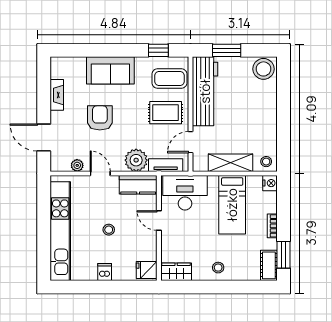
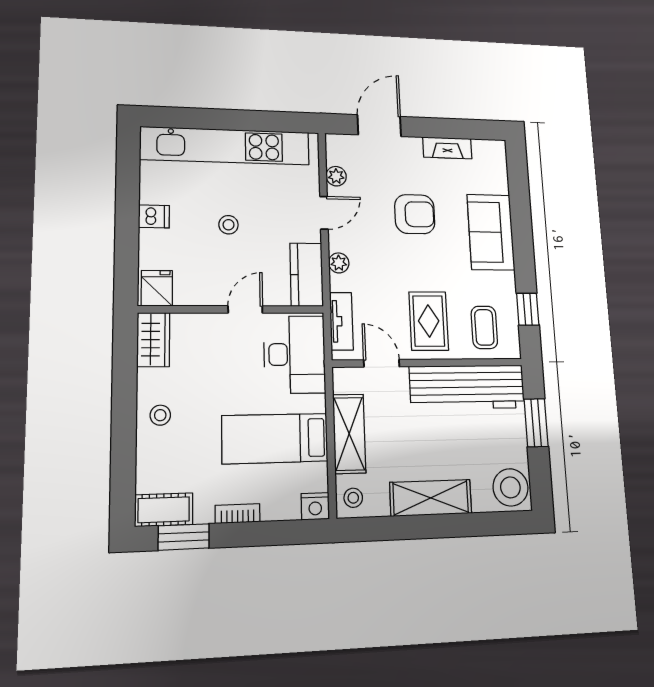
coffee table: (169, 79) -> (484, 327), width x0.73, depth x0.77
shelving: (268, 117) -> (431, 498), added
plant: (136, 160) -> (339, 263), width x0.53, depth x0.53

